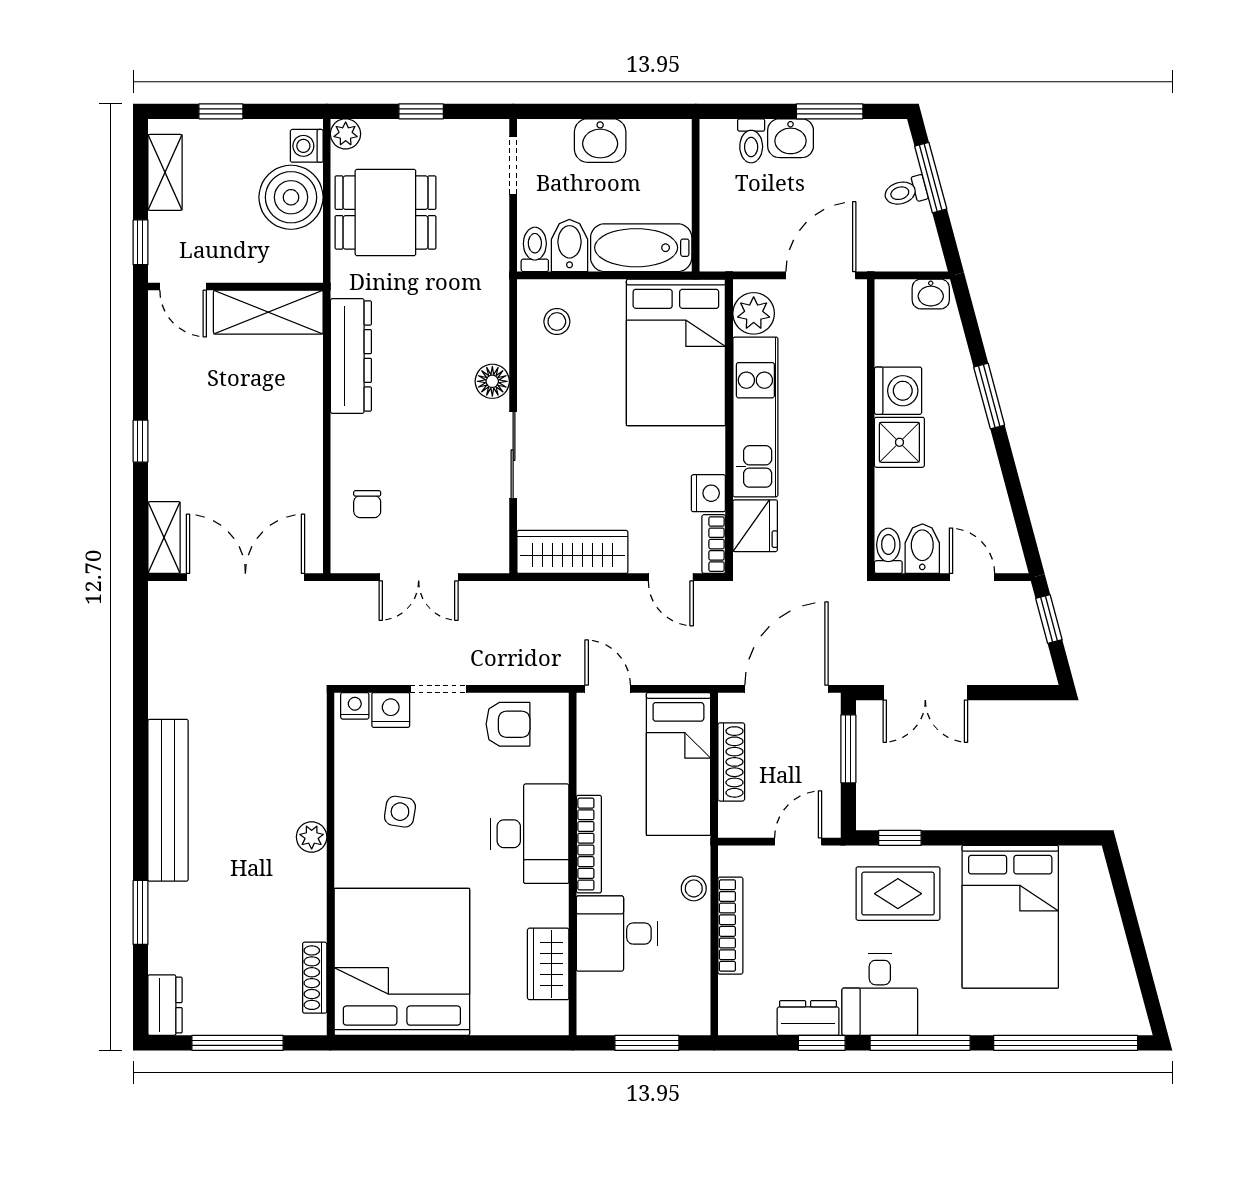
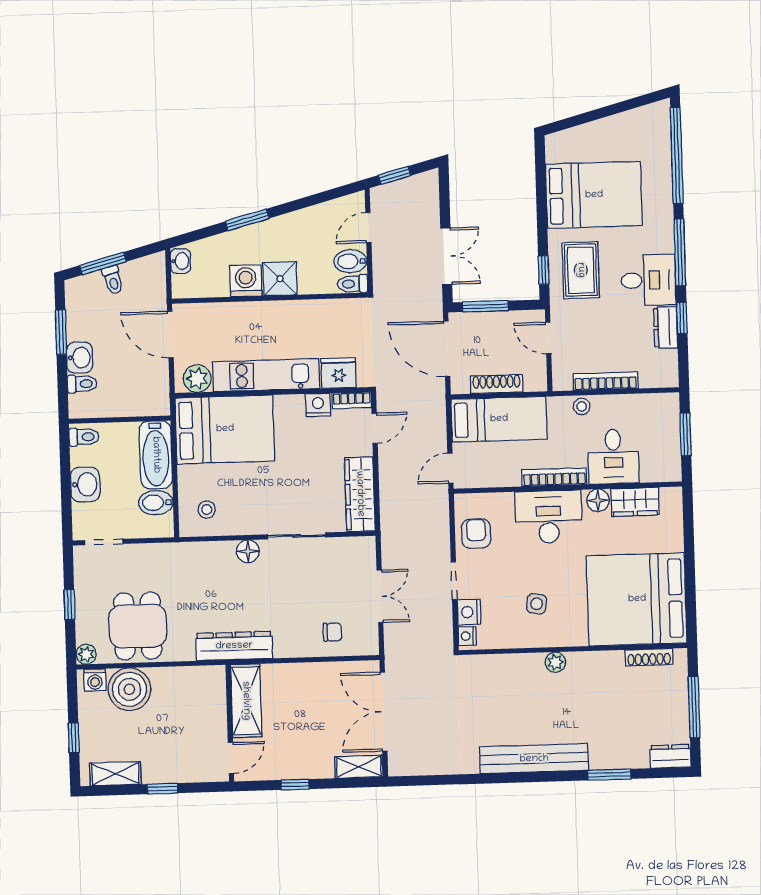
toilet: (535, 249) -> (84, 437), moved, turned 180
door: (183, 286) -> (231, 758), moved
wall: (235, 286) -> (230, 723), moved
shelving: (268, 312) -> (246, 701), moved
floor lamp: (552, 908) -> (598, 500), added

